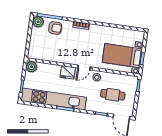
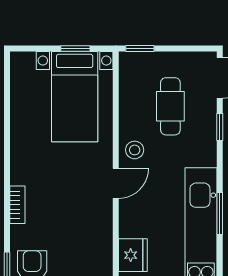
door: (84, 67) -> (116, 183), hinge flipped
fridge: (68, 72) -> (133, 255), moved

